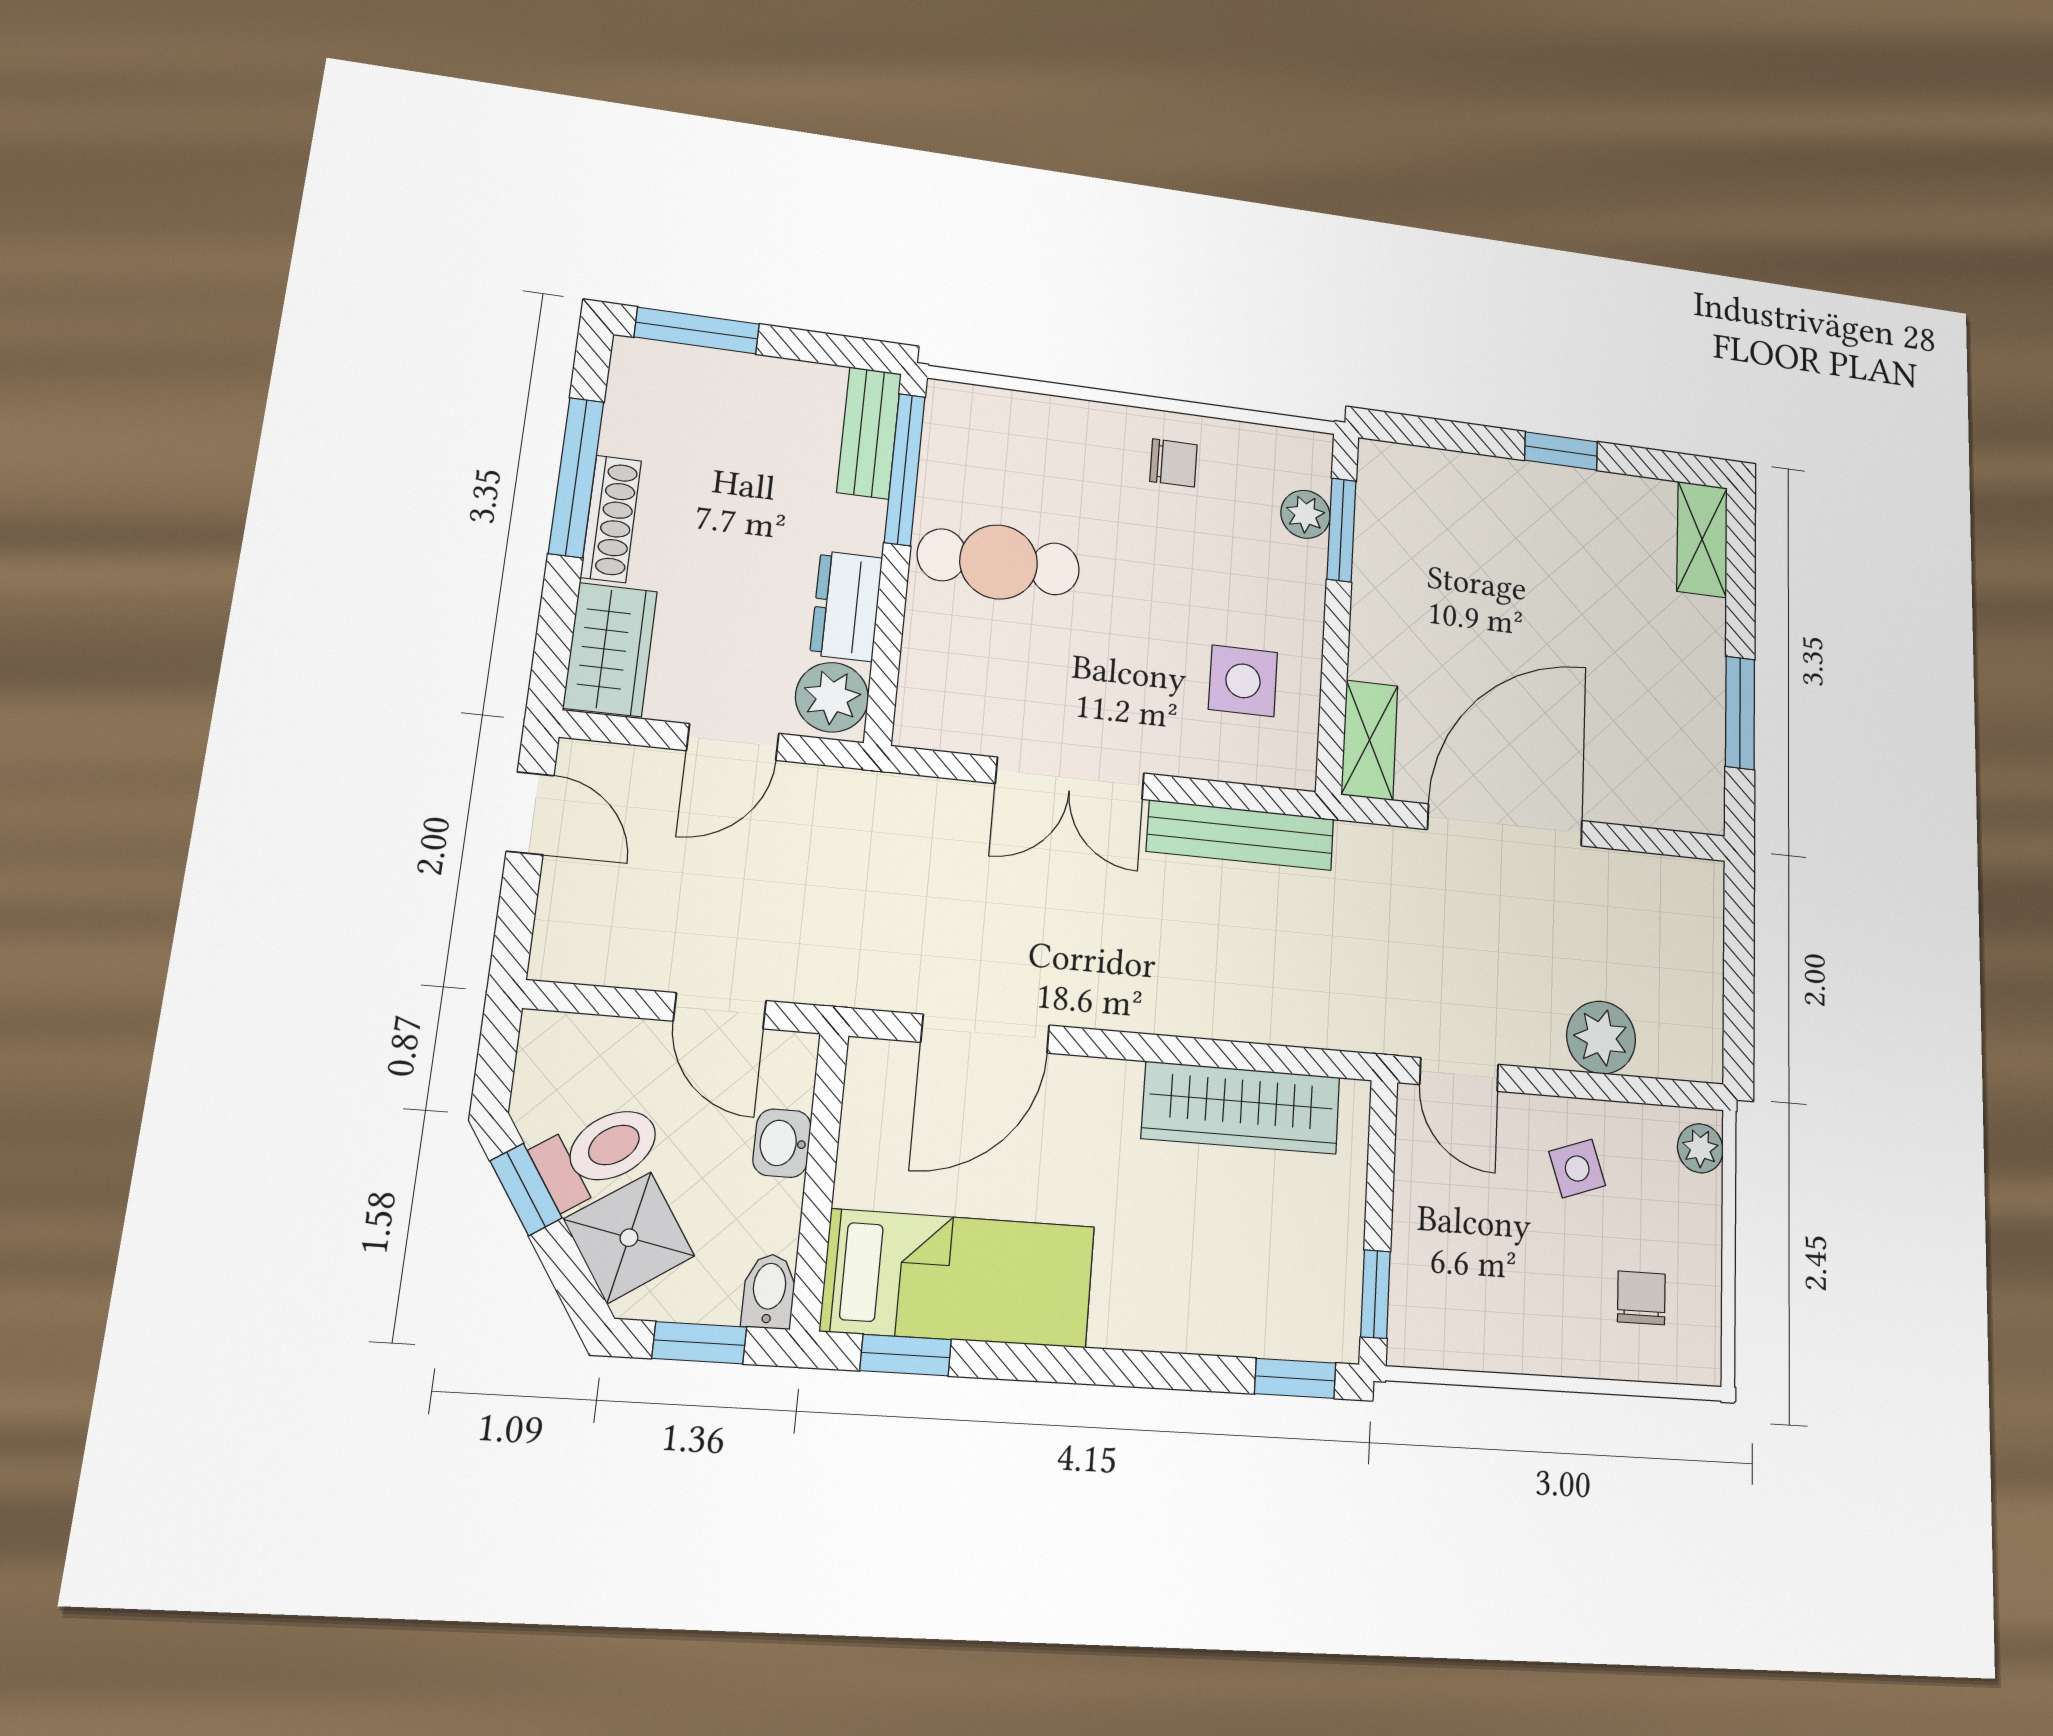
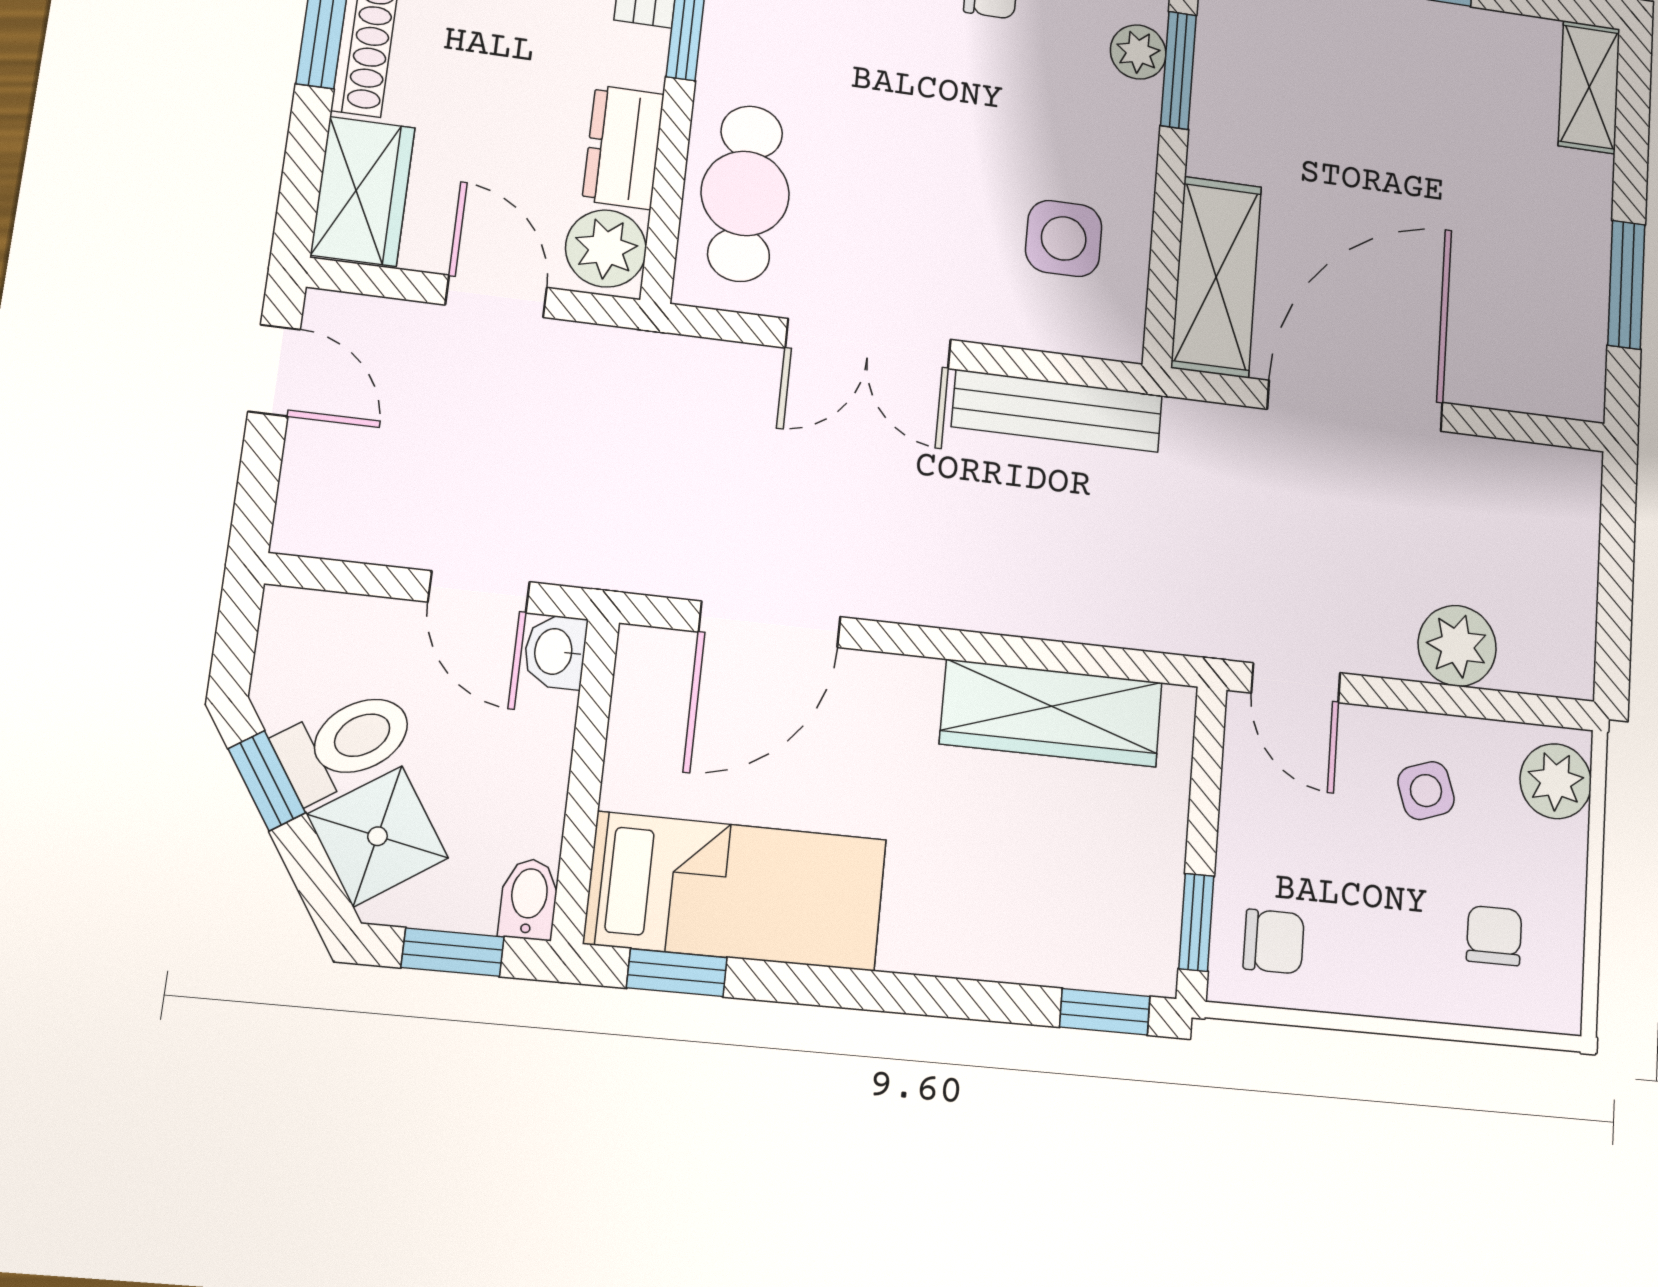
cafe table: (999, 562) -> (745, 193), moved, turned 90
shelving: (1369, 740) -> (1216, 277), width x1.50, depth x1.33
door: (733, 742) -> (496, 296), swing flipped
washbasin: (782, 1143) -> (555, 652), moved
plant: (1700, 1148) -> (1556, 781), width x1.38, depth x1.38
chair: (1445, 1309) -> (1274, 941), added

